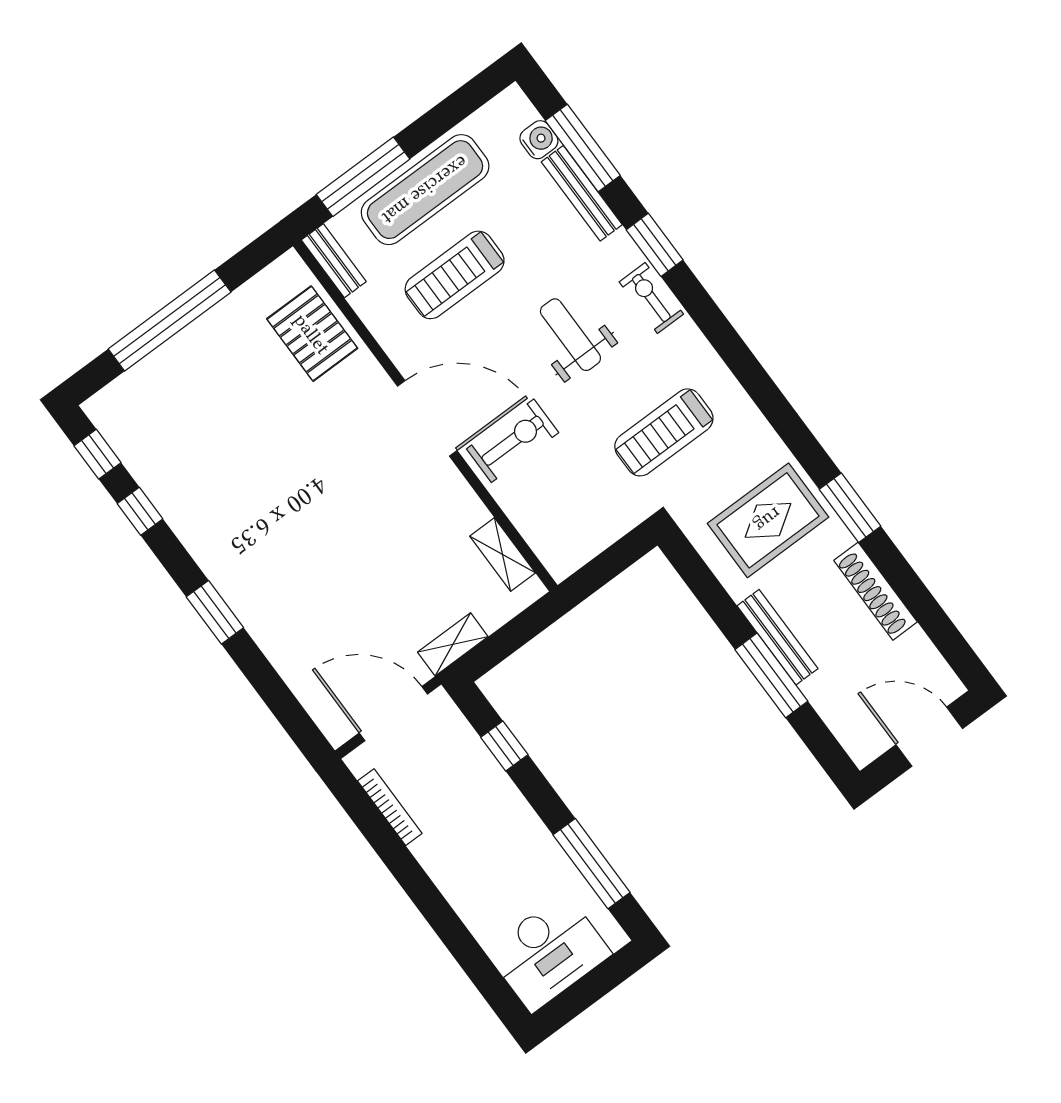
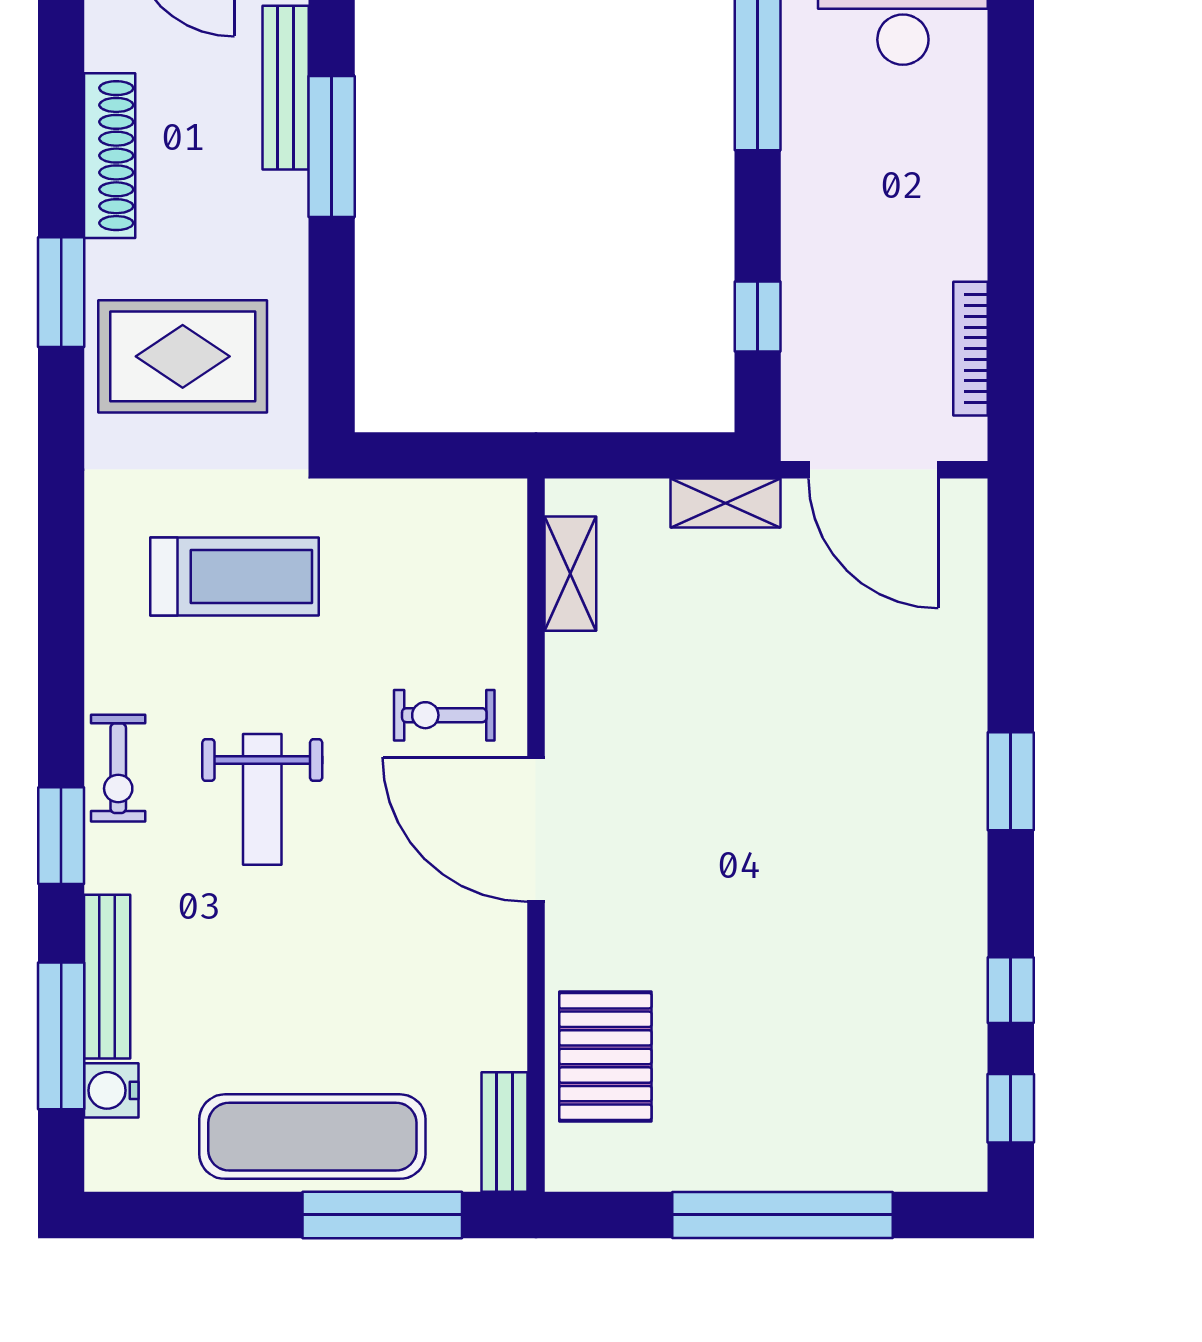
treadmill: (455, 275) -> (358, 994), removed
exercise bike: (513, 441) -> (444, 715), width x0.73, depth x0.72
bench: (778, 637) -> (286, 88), moved

